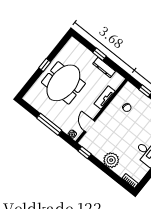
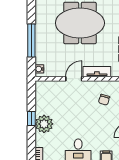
door: (89, 126) -> (74, 79), moved
window: (85, 153) -> (31, 118), moved

